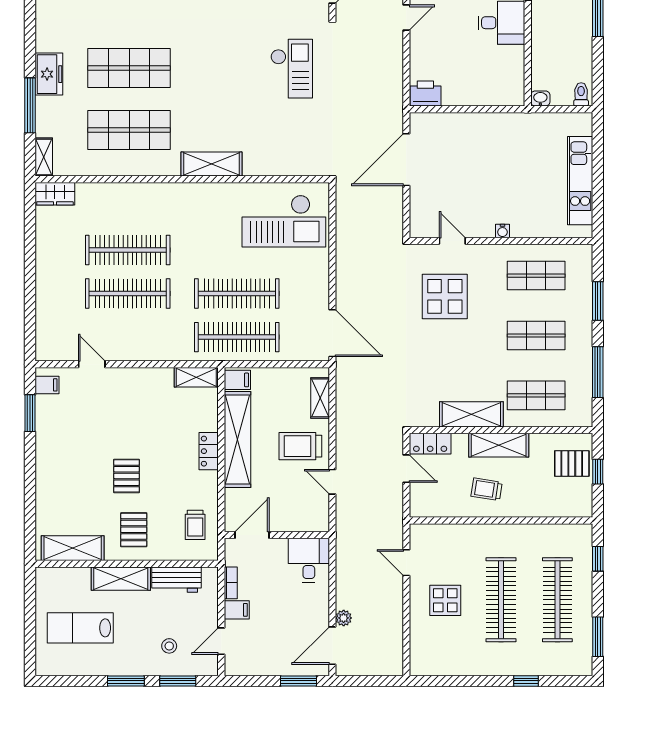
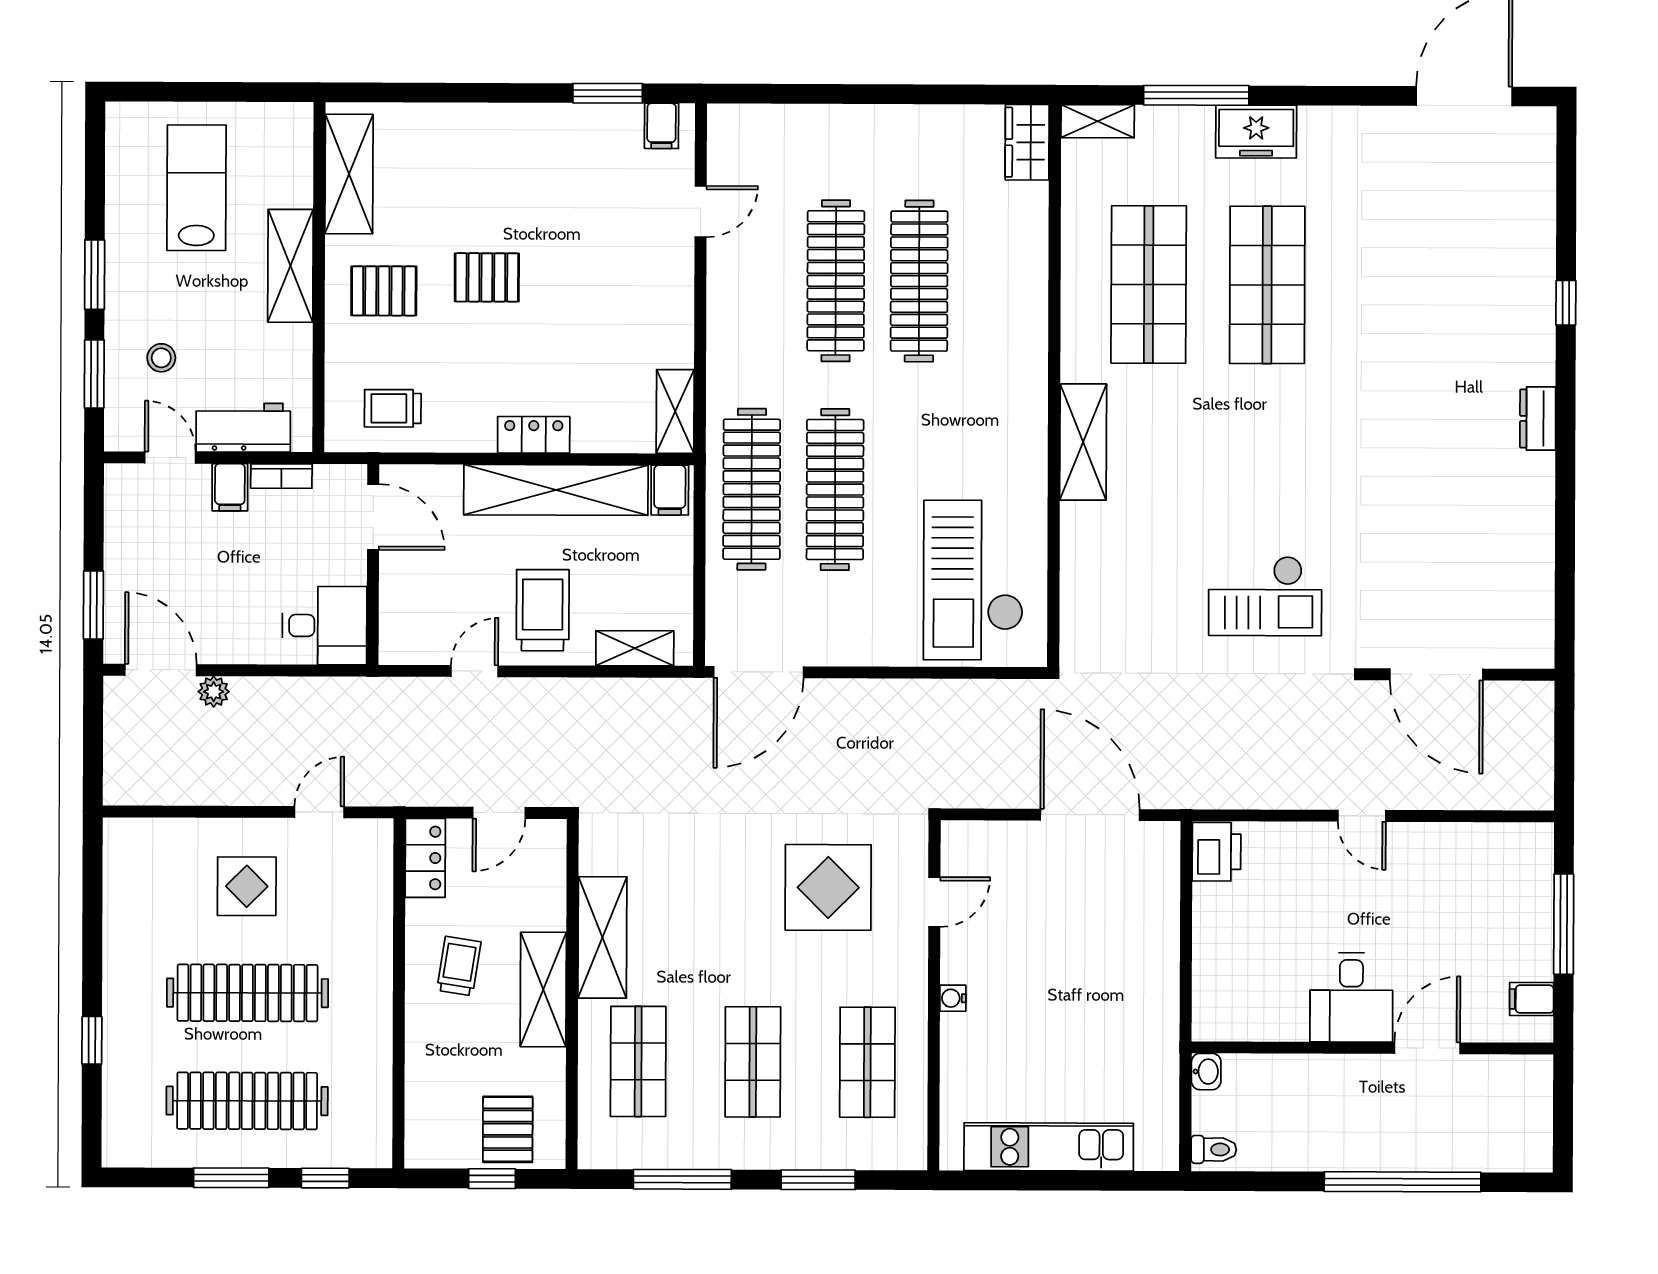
locker: (430, 444) -> (425, 858), moved, turned 180
workbench: (177, 580) -> (243, 428), moved, turned 90
window: (598, 637) -> (231, 1178), moved

